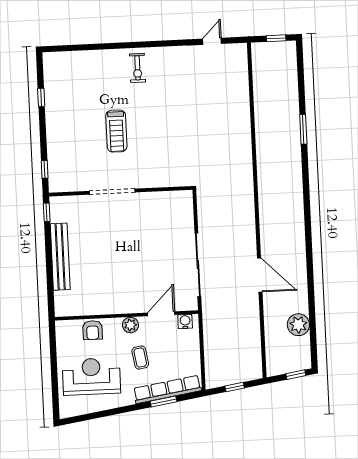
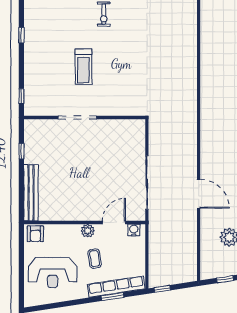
window: (47, 212) -> (21, 151), moved
bench: (60, 257) -> (31, 193), moved
armchair: (93, 330) -> (35, 234), moved
reception desk: (91, 376) -> (53, 273), turned 180
window: (235, 387) -> (162, 289), moved

